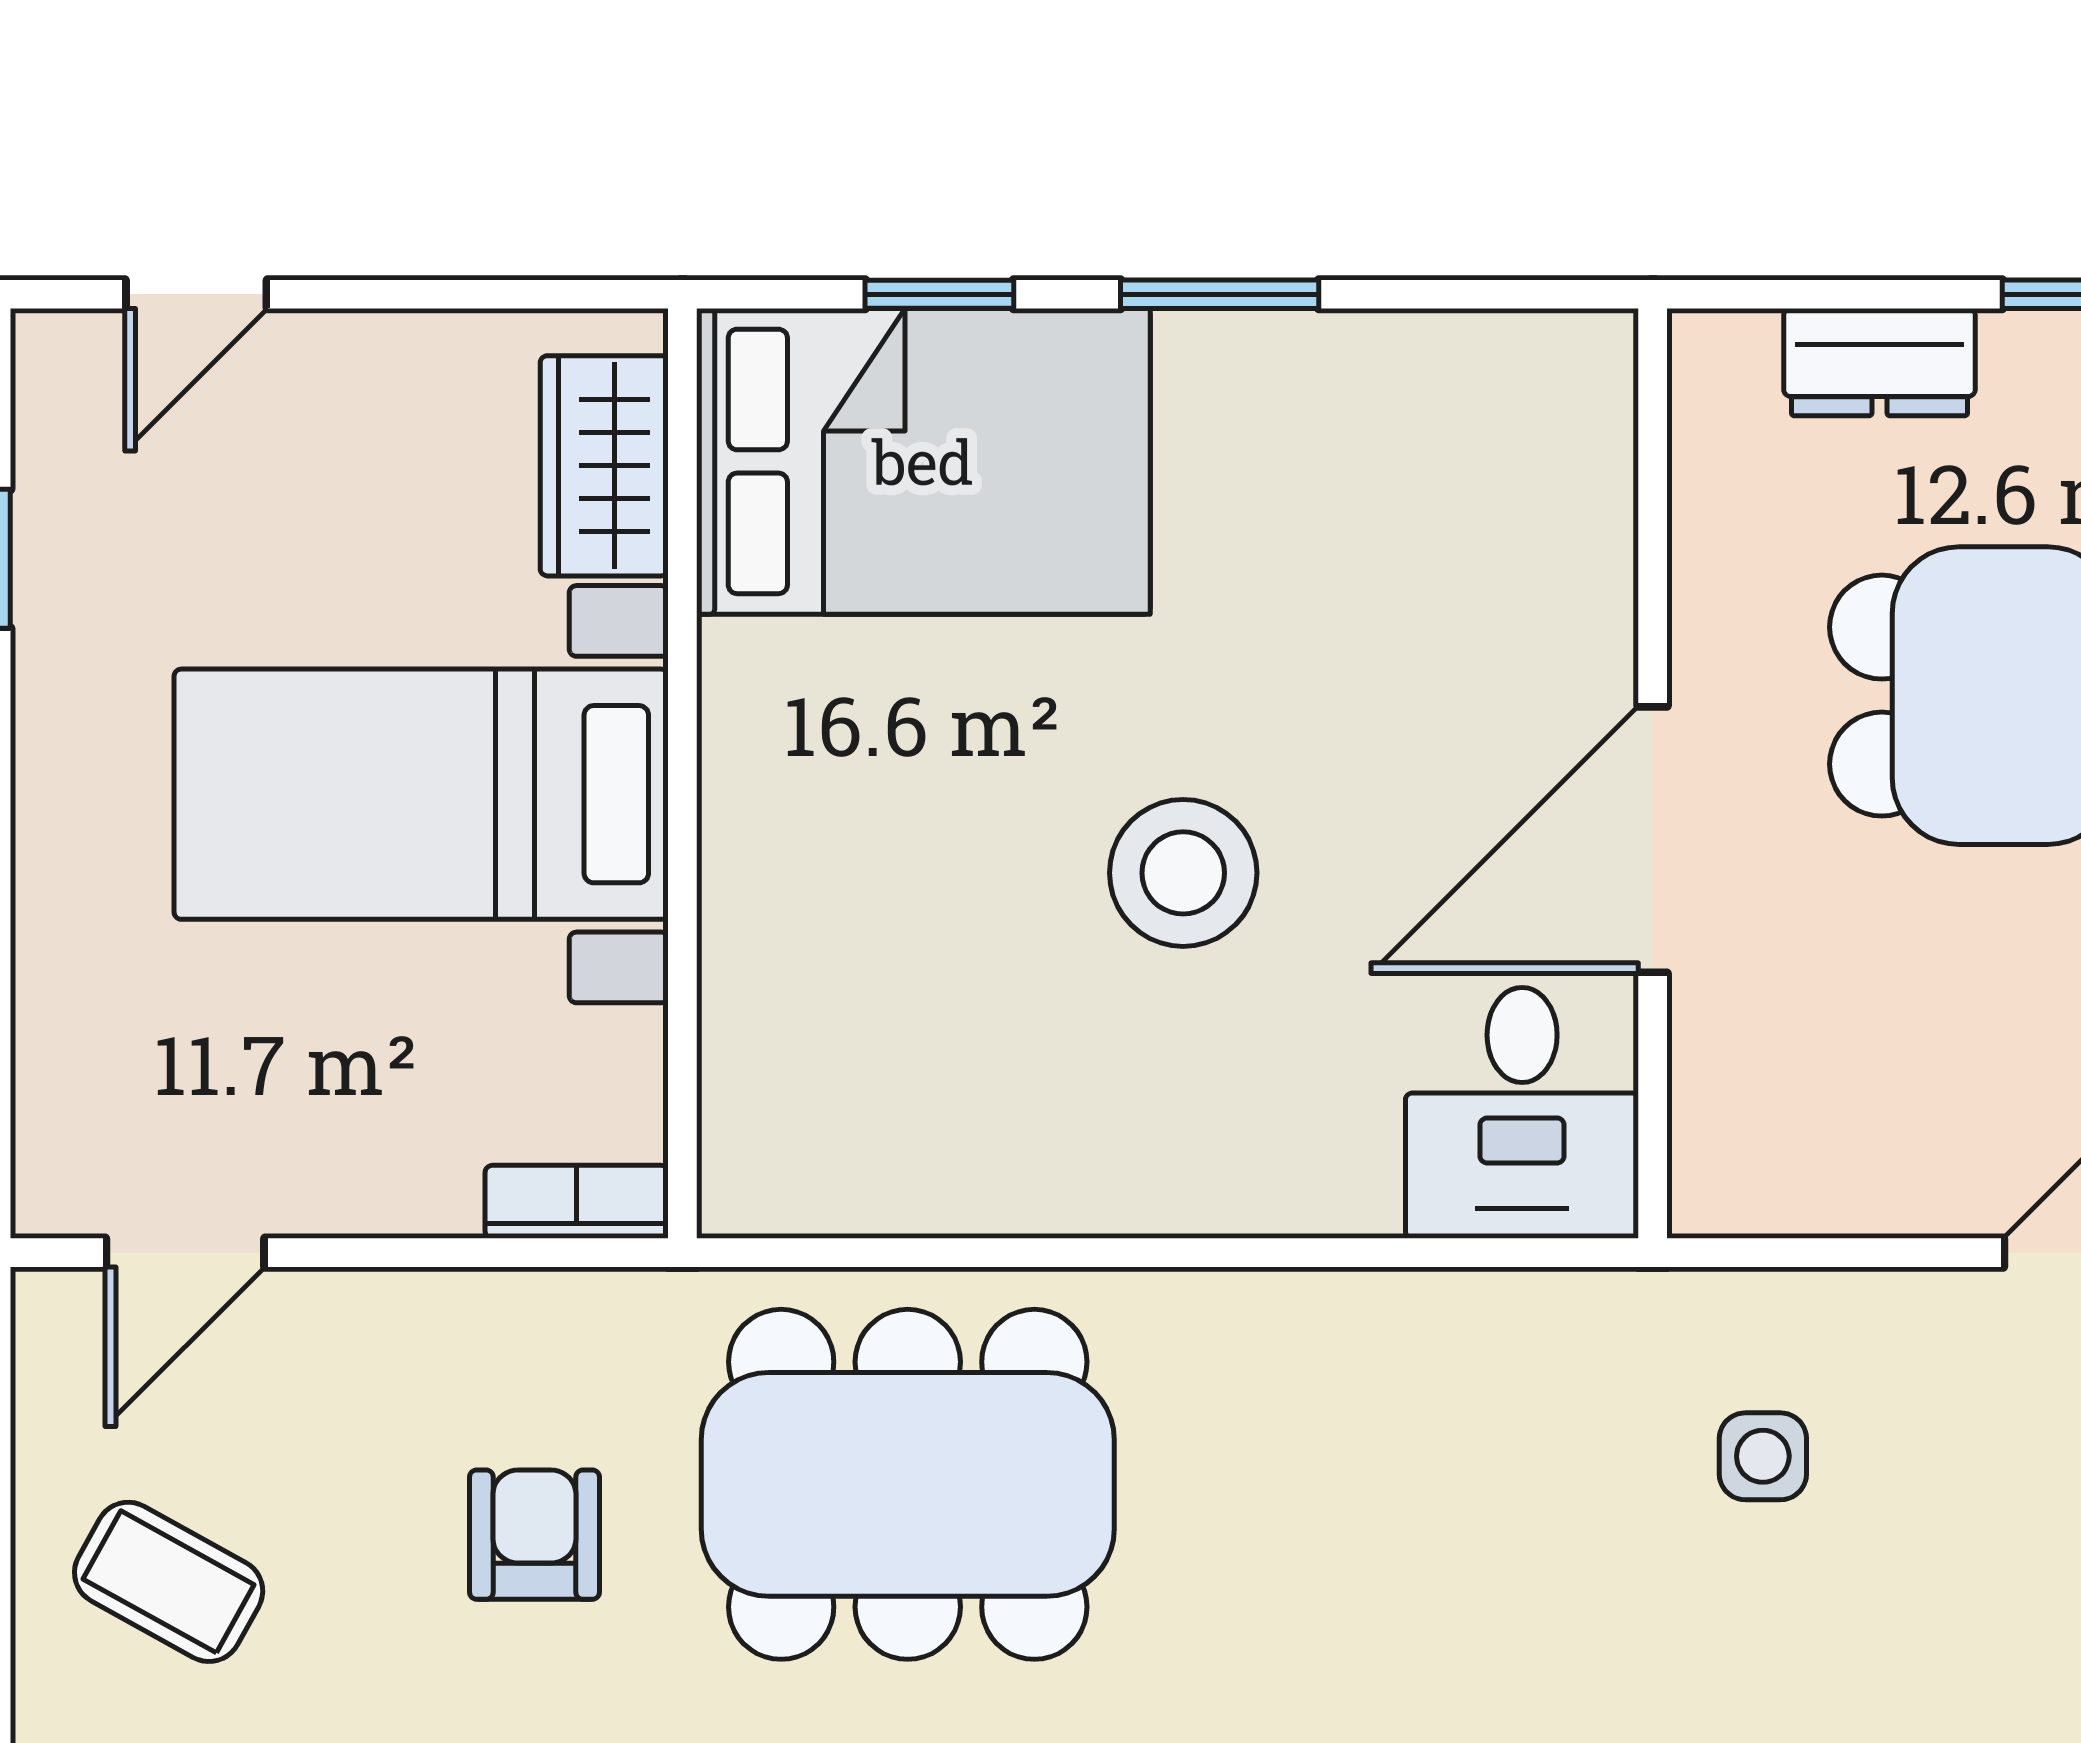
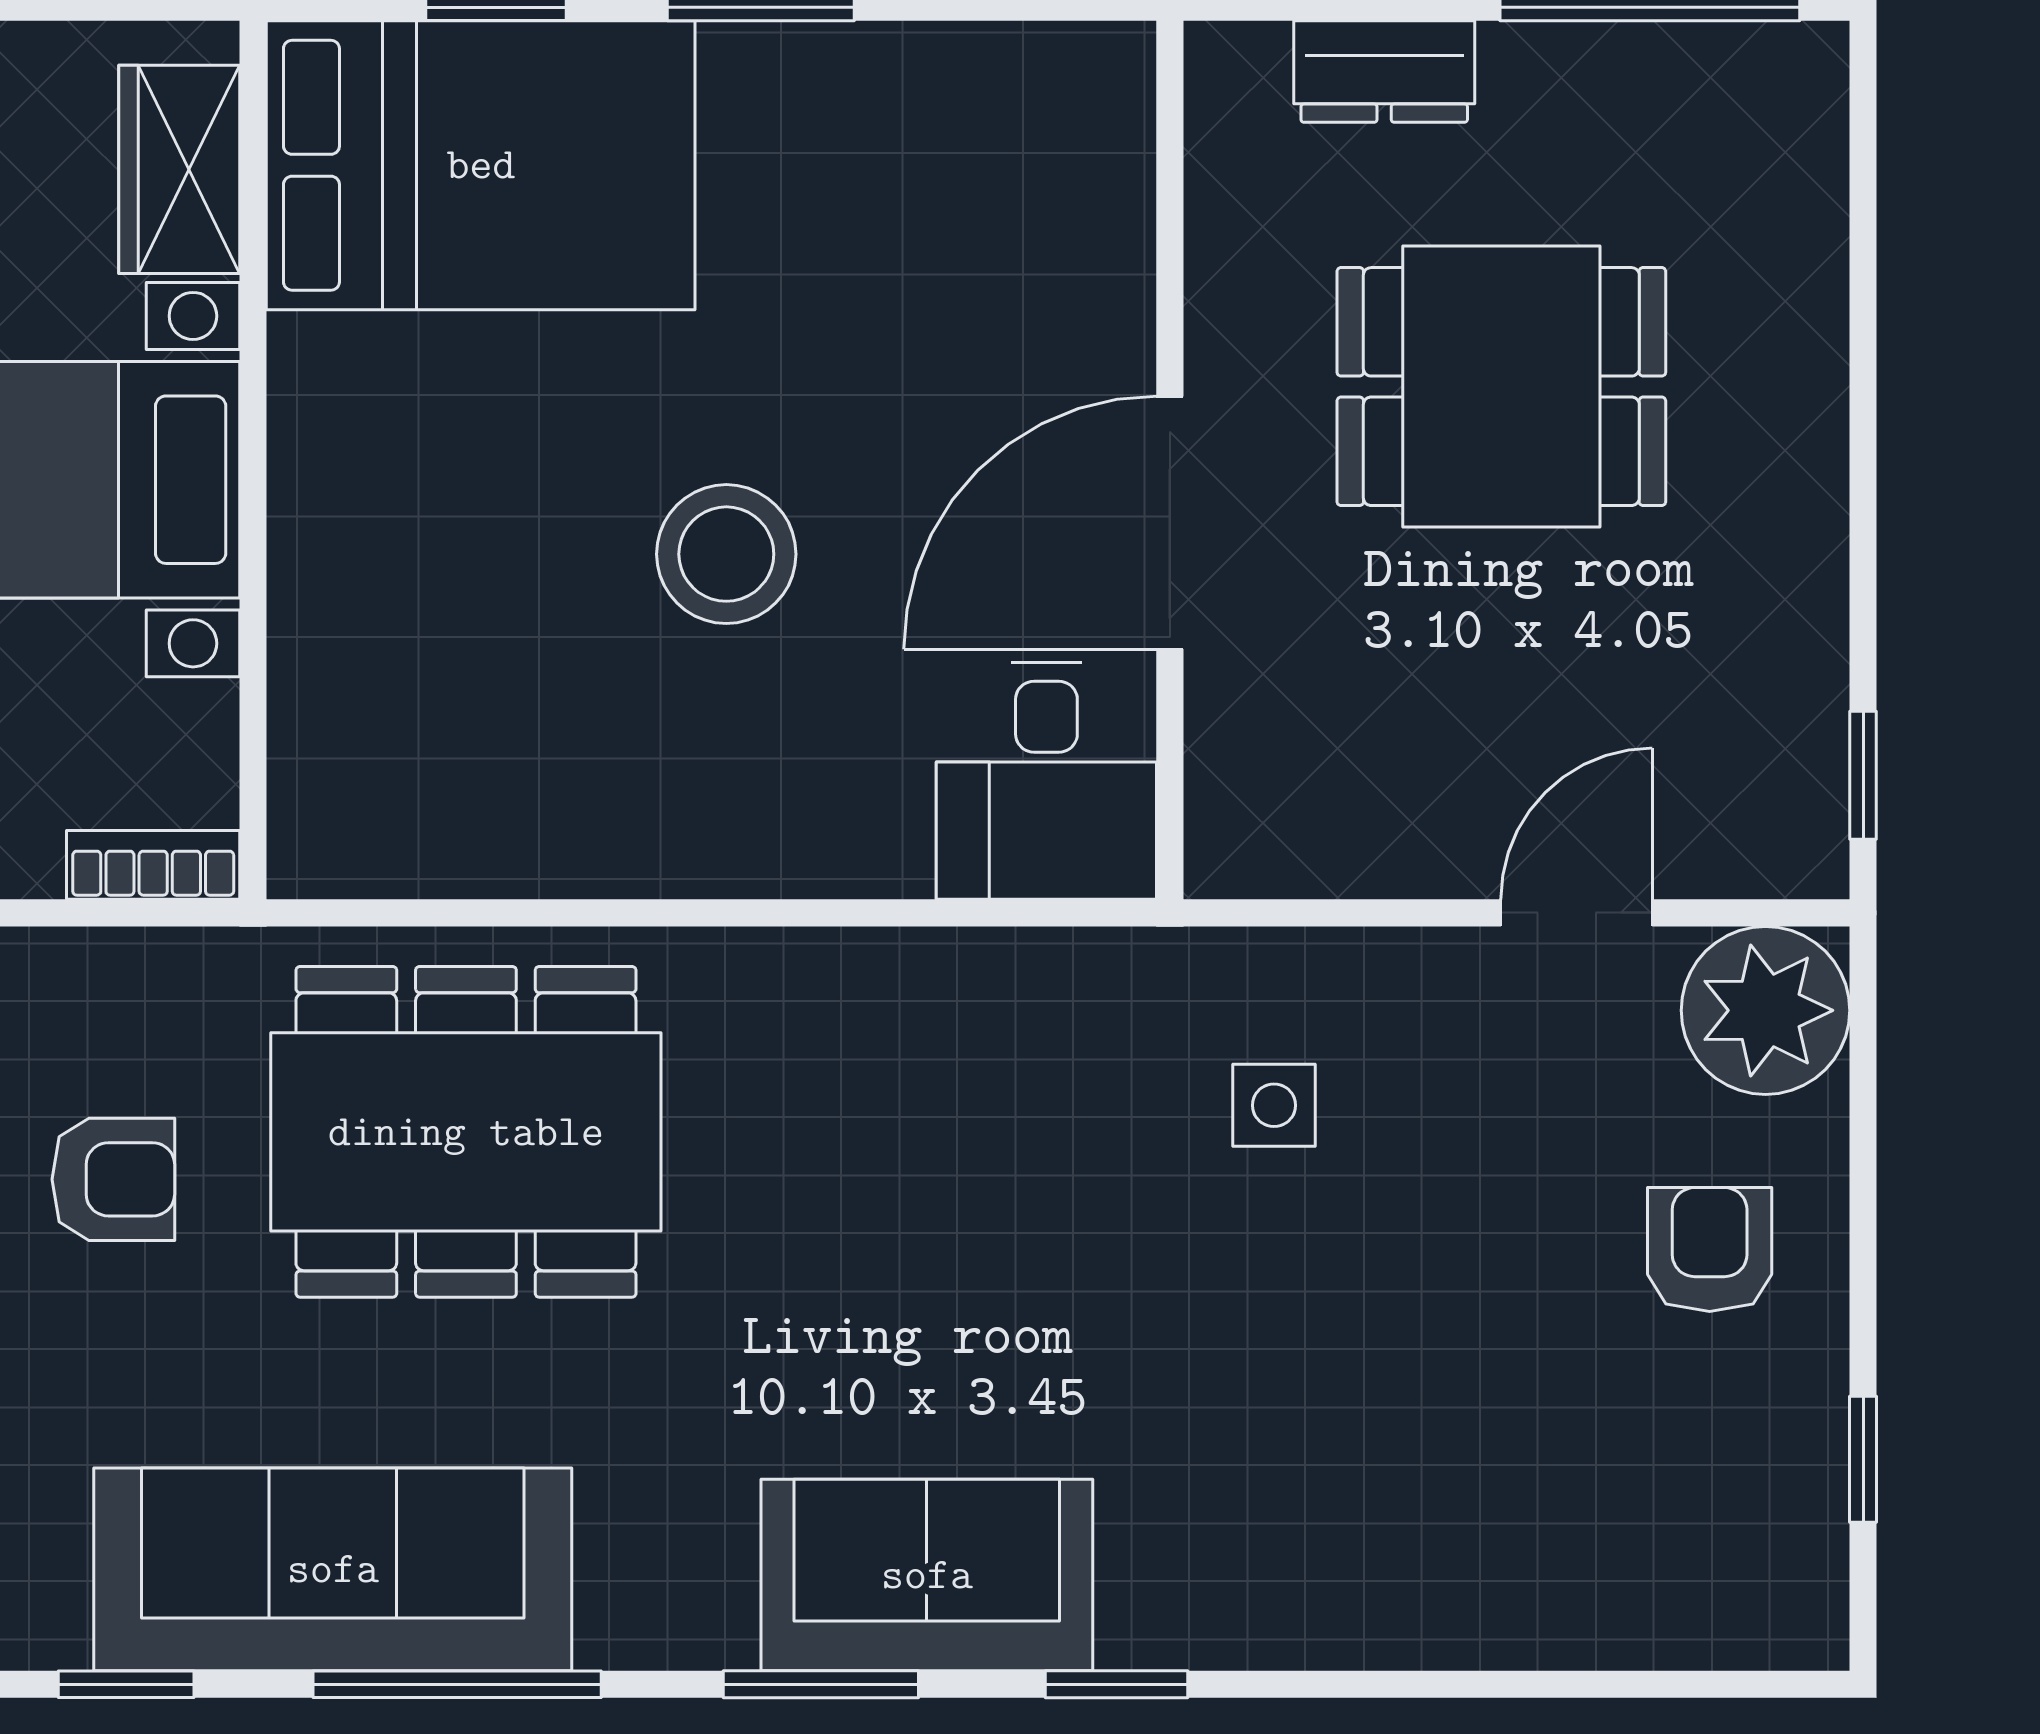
armchair: (534, 1535) -> (113, 1179), turned 90

